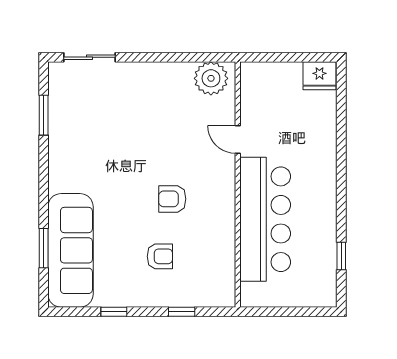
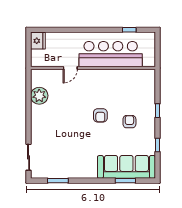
door: (238, 139) -> (70, 68), moved
wall: (238, 184) -> (93, 68), moved
bar counter: (265, 219) -> (111, 54), moved

